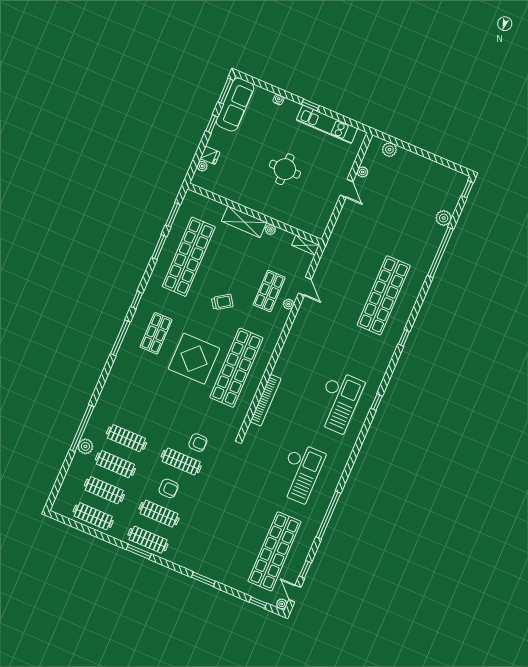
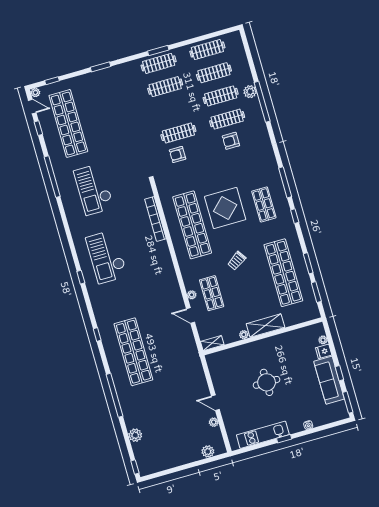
sofa: (235, 105) -> (329, 380), moved
window: (440, 252) -> (114, 395), moved
armchair: (169, 488) -> (231, 141), moved

